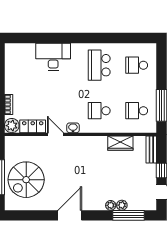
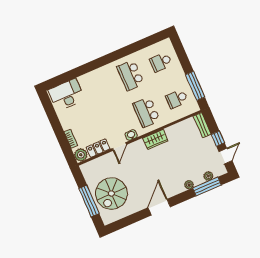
desk: (53, 57) -> (66, 95), moved
school desk: (99, 111) -> (146, 112), width x1.85
door: (55, 134) -> (119, 147), swing flipped
wardrobe: (120, 143) -> (155, 139), moved
plant: (122, 205) -> (208, 176), moved

